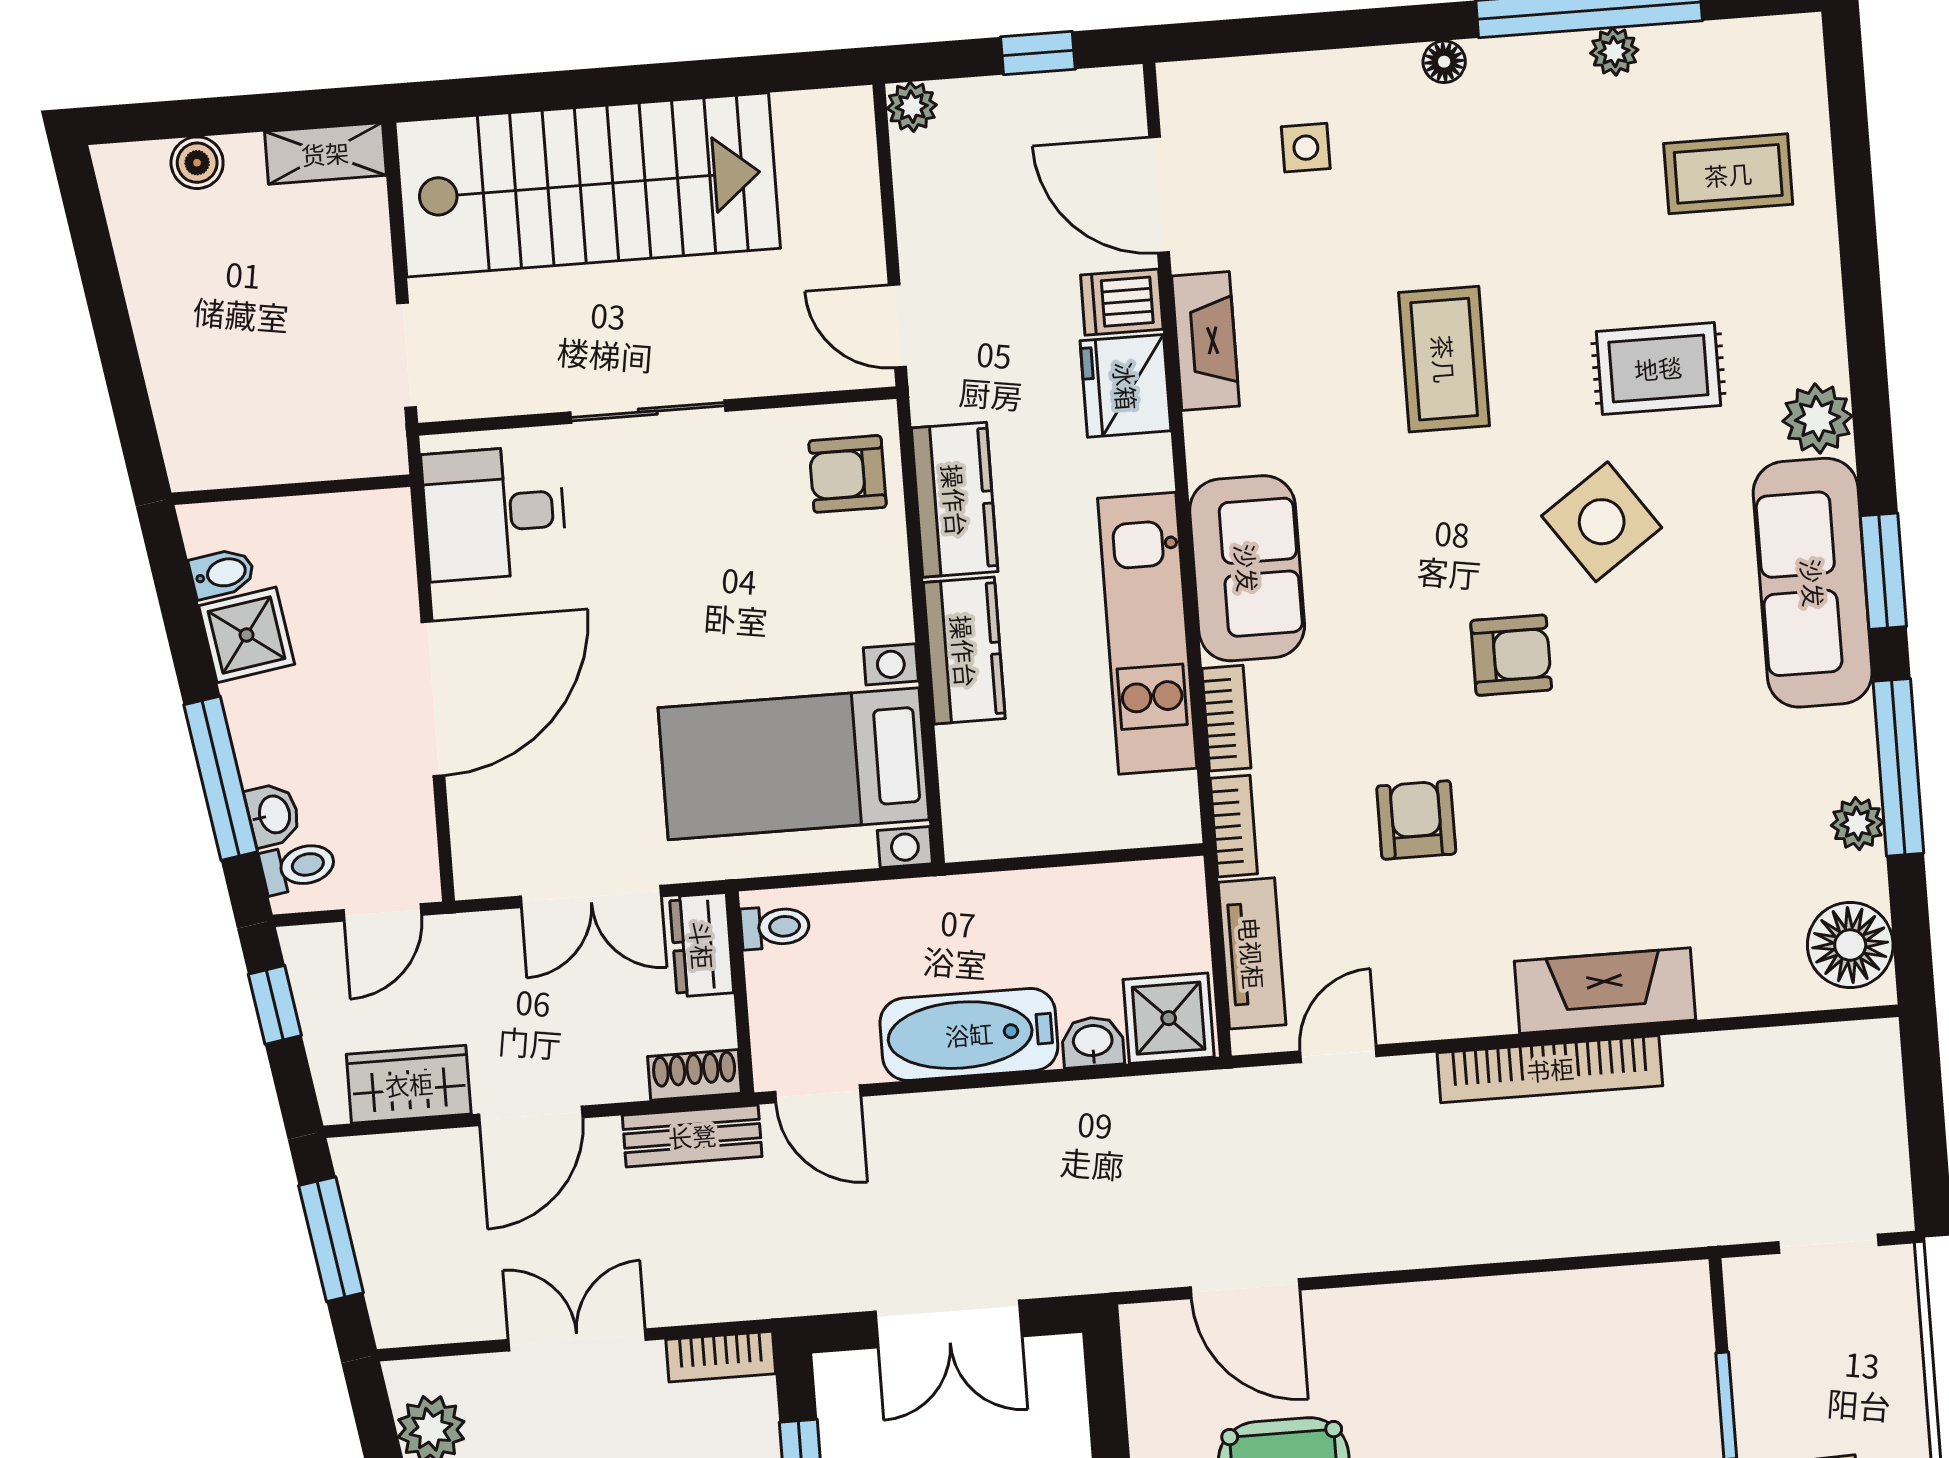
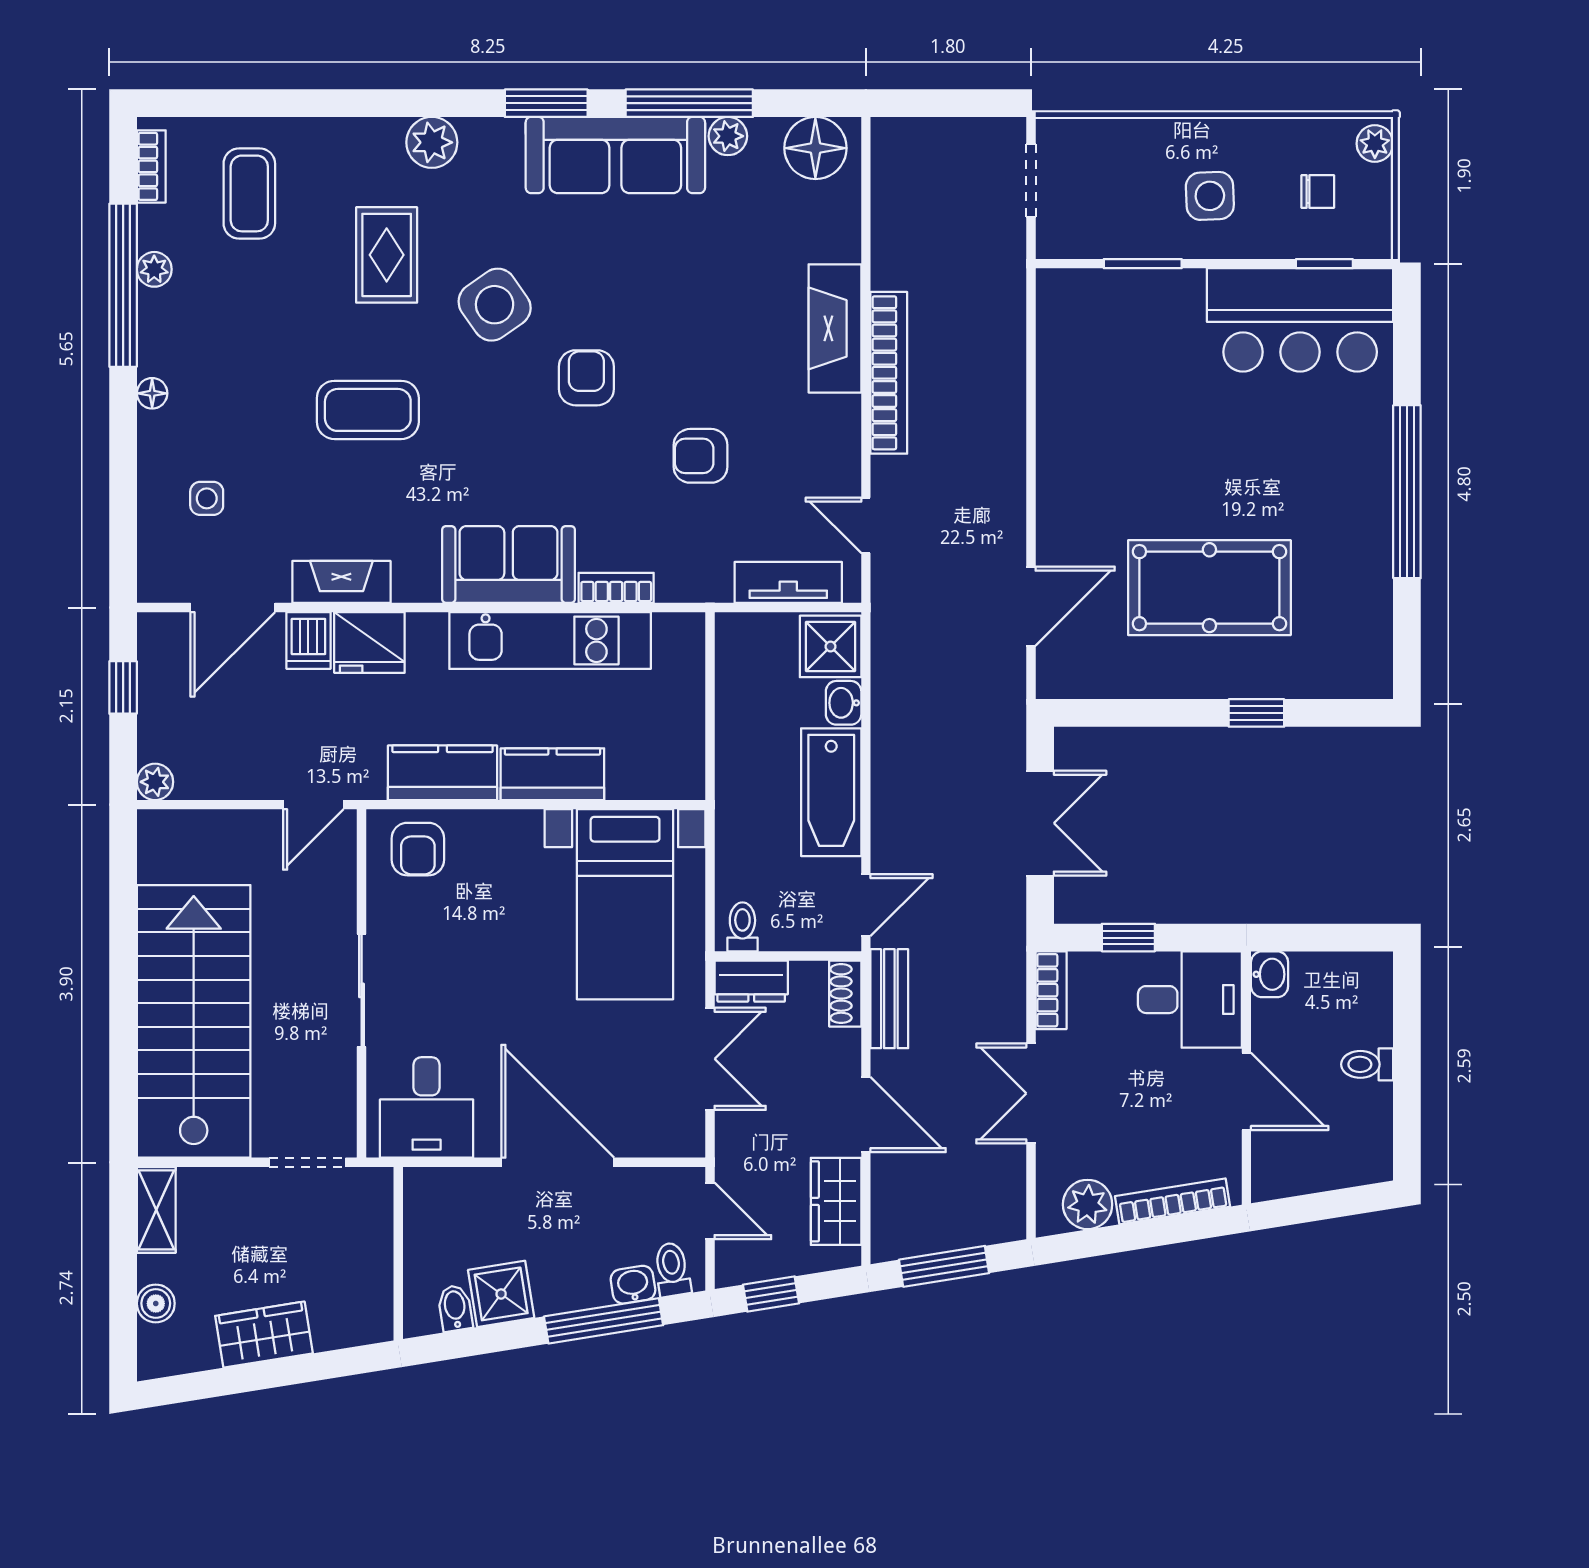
wardrobe: (166, 314) -> (264, 1335), added
sofa: (1813, 583) -> (615, 155), moved
bookcase: (1234, 826) -> (151, 166), moved, turned 90

